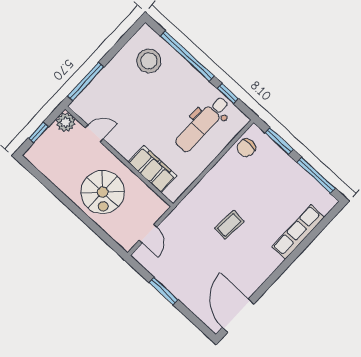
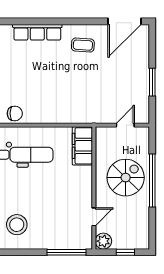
door: (94, 133) -> (94, 217), swing flipped
filing cabinet: (152, 169) -> (82, 146), moved
window: (79, 213) -> (152, 180), added
coffee table: (229, 225) -> (83, 45), moved

